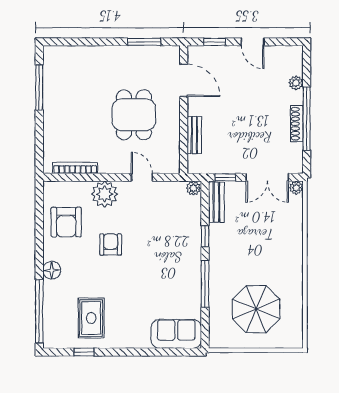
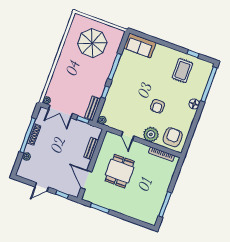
door: (253, 42) -> (42, 187), swing flipped
double door: (267, 177) -> (60, 111), swing flipped
armchair: (66, 222) -> (173, 137), moved

